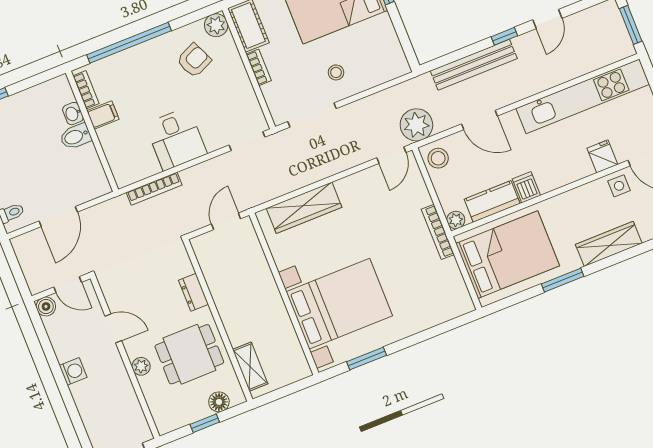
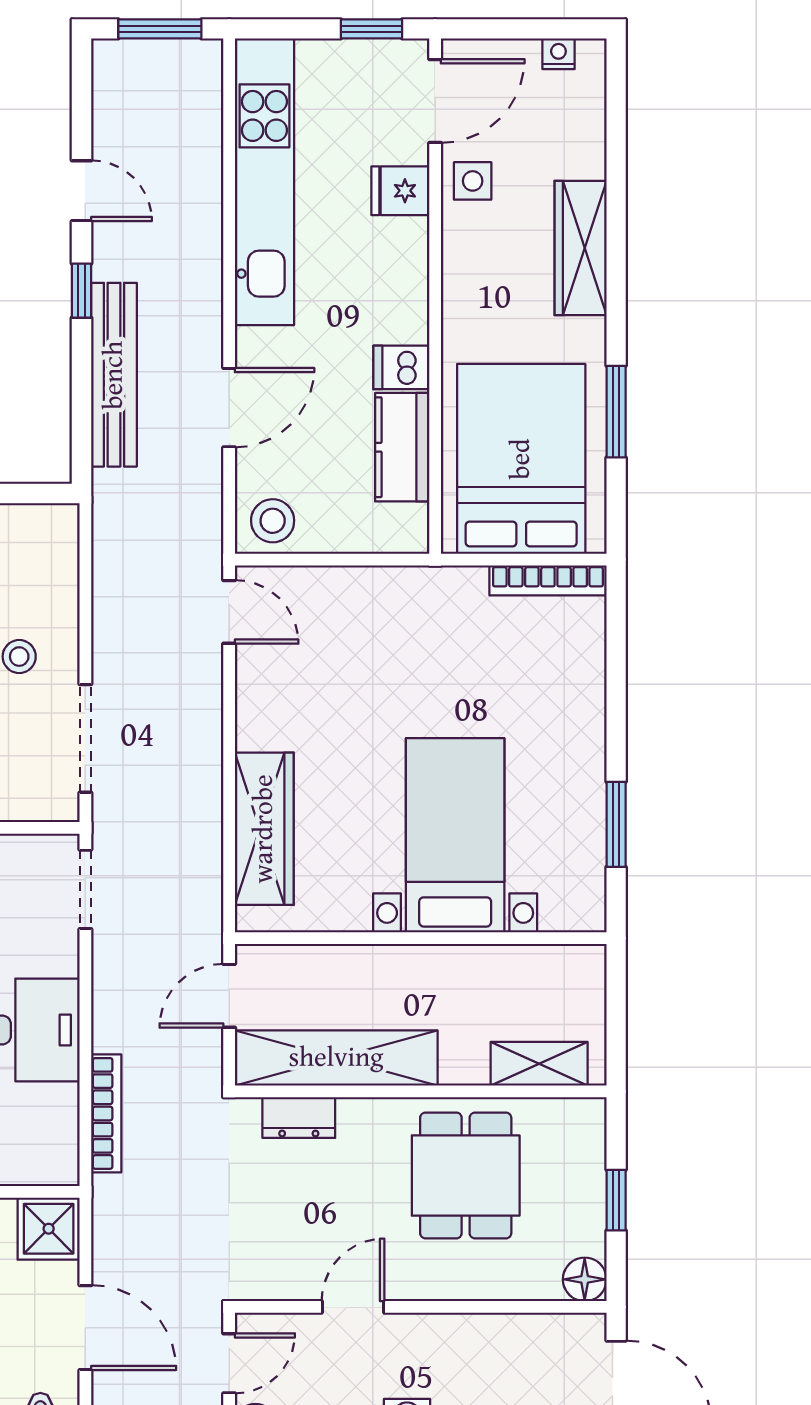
plant: (416, 125) -> (188, 538), removed
shower: (95, 184) -> (49, 1229), added
plant: (456, 220) -> (410, 535), removed
door: (226, 221) -> (229, 996), hinge flipped
bookcase: (438, 232) -> (548, 580), moved
shelving: (218, 278) -> (336, 1058), added
window: (563, 280) -> (616, 412), moved
dresser: (194, 292) -> (299, 1118), moved
bed with nightstands: (339, 304) -> (455, 835), width x0.73
plant: (141, 366) -> (451, 1282), removed
floor lamp: (219, 402) -> (585, 1279), moved

